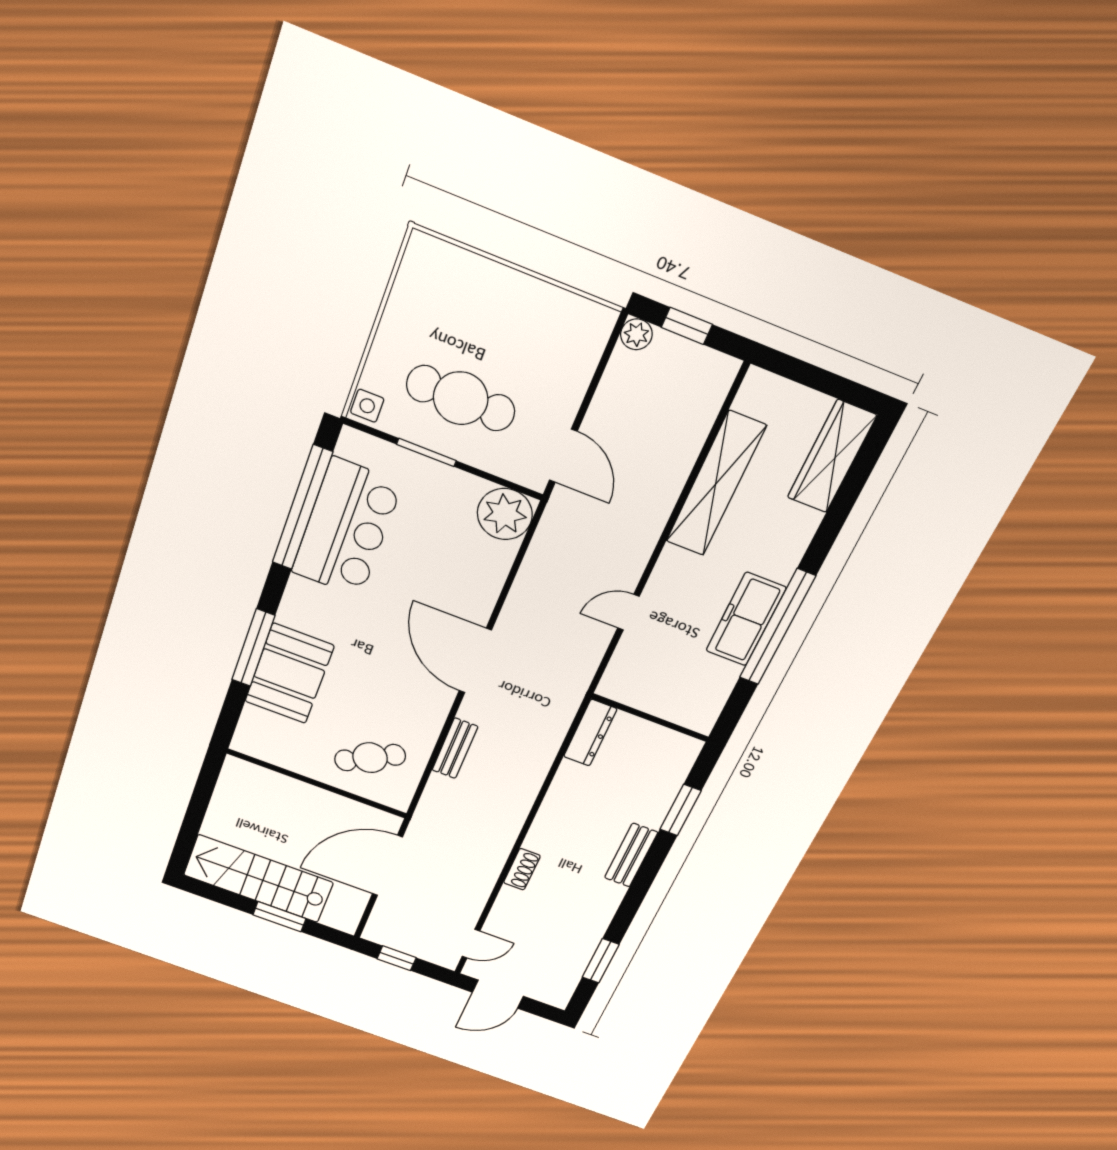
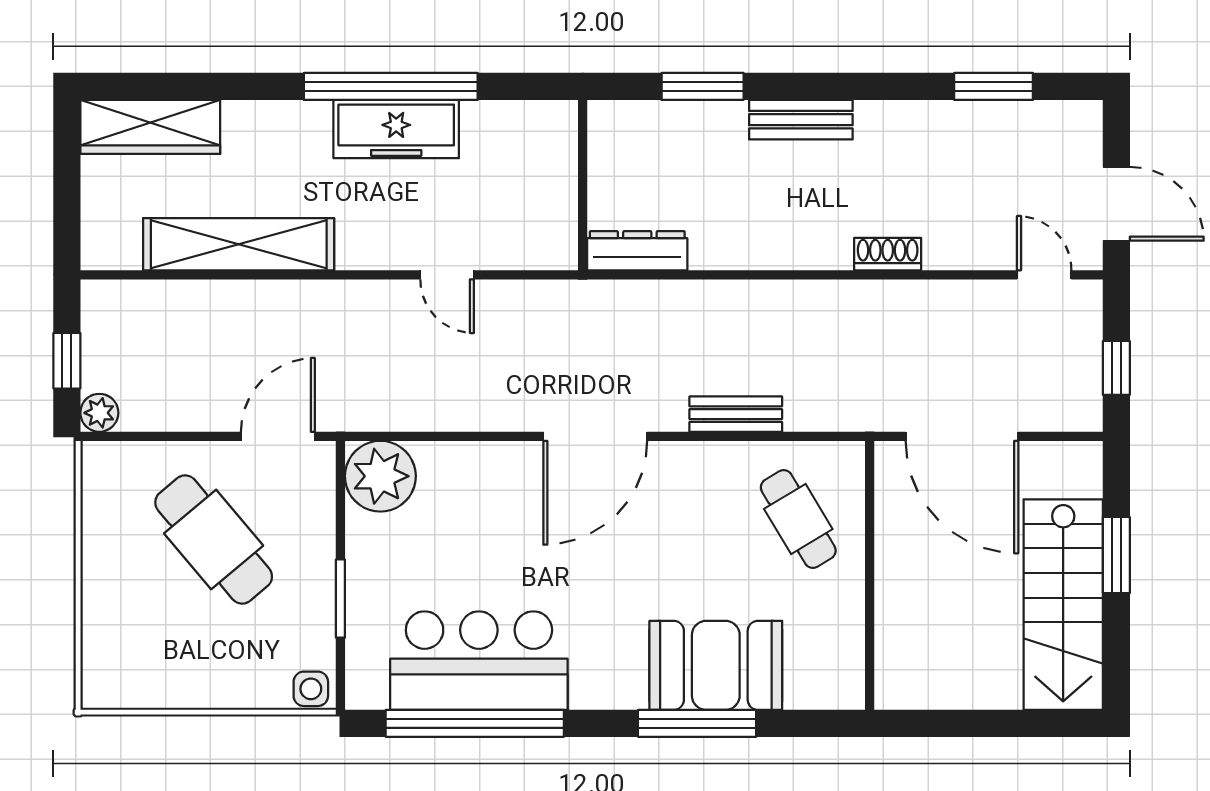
cafe table: (461, 398) -> (214, 539), moved, turned -40

